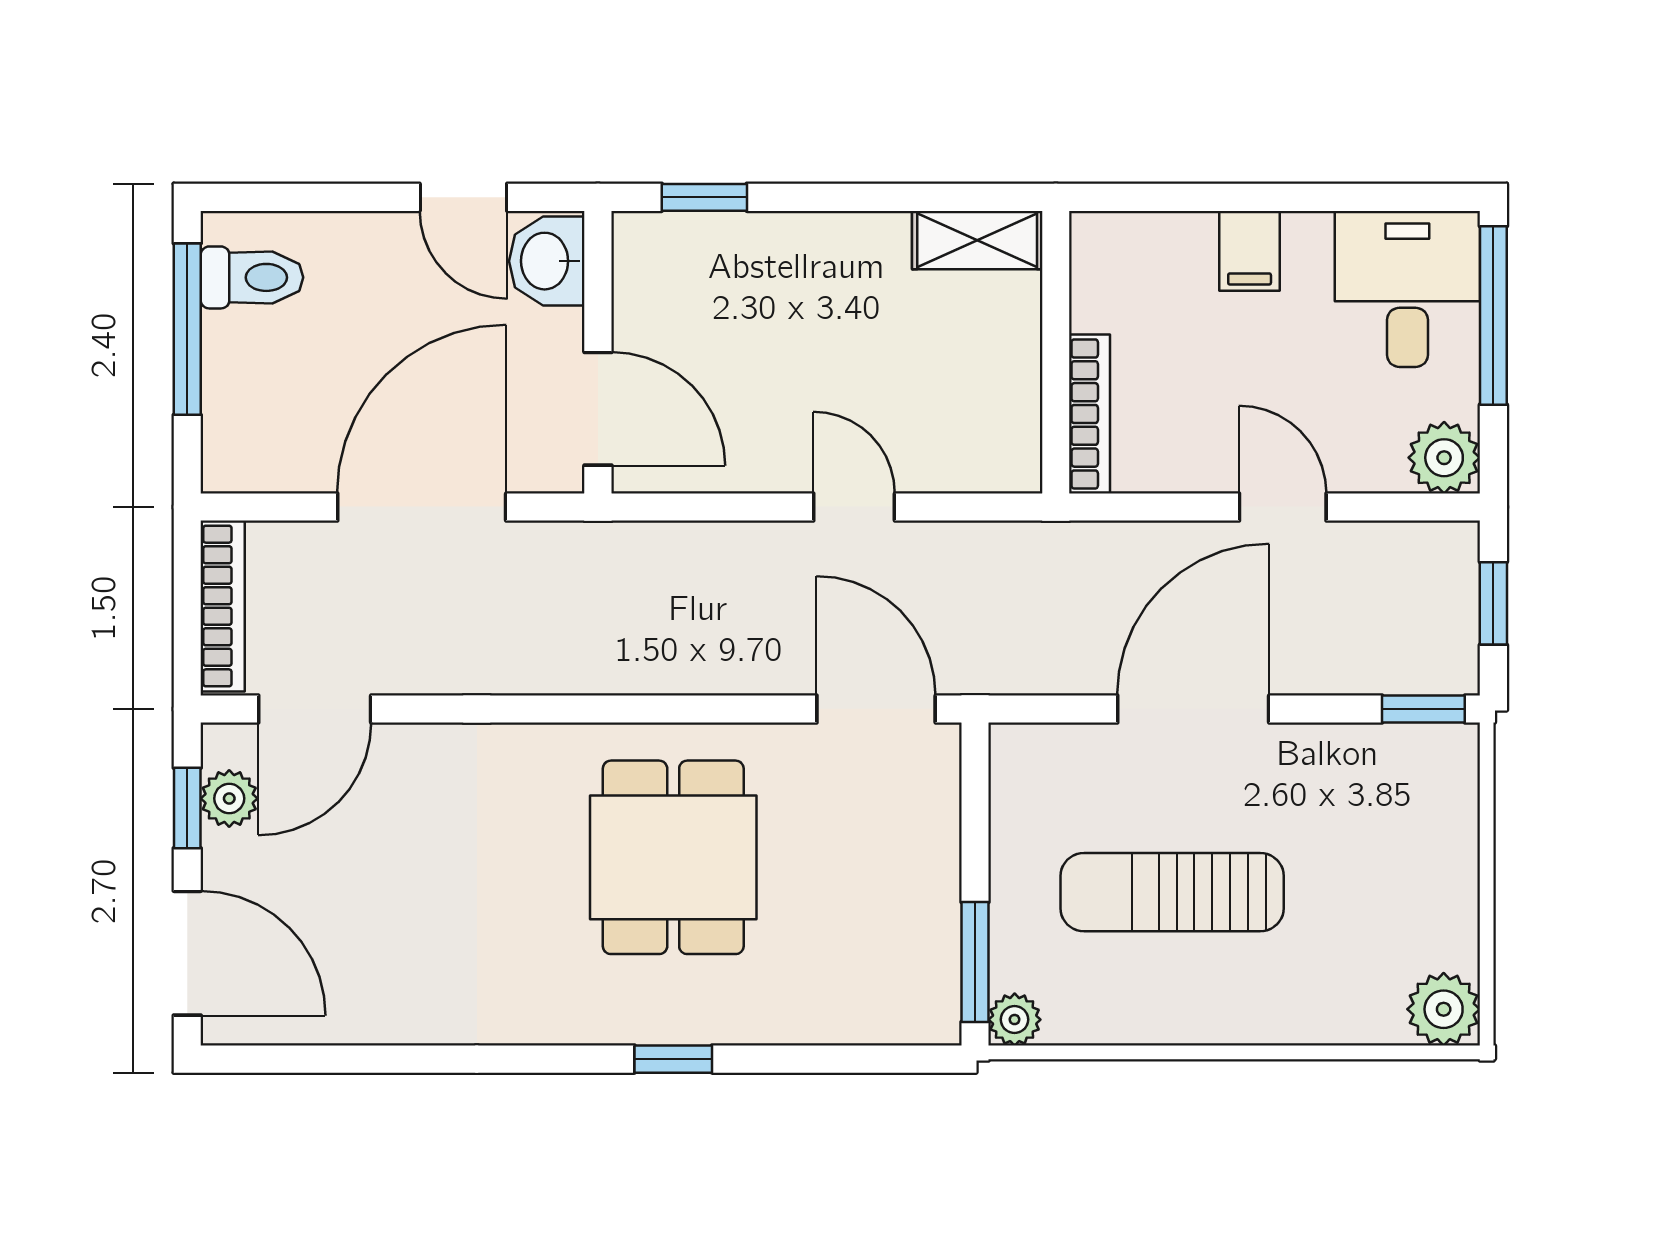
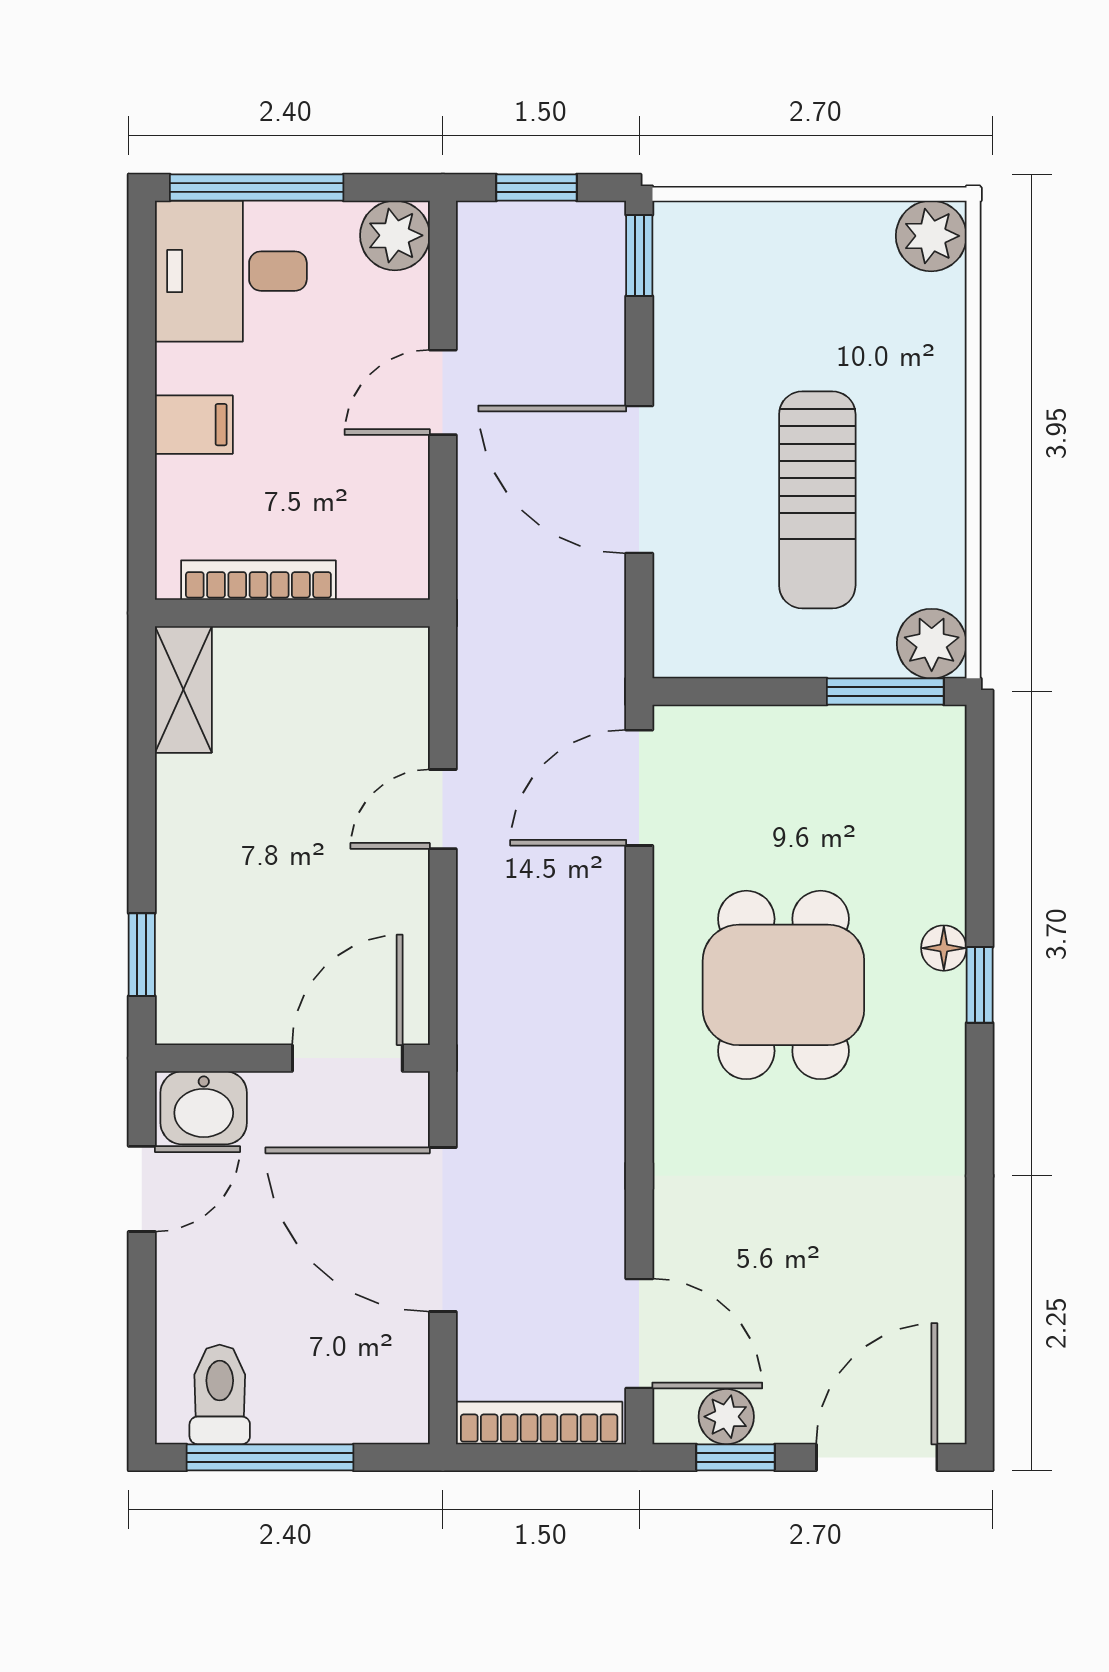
bookcase: (1090, 414) -> (258, 580), moved
dining table: (673, 857) -> (783, 985), turned 90
plant: (1015, 1020) -> (932, 644), width x1.38, depth x1.38
floor lamp: (711, 1022) -> (944, 948), added

